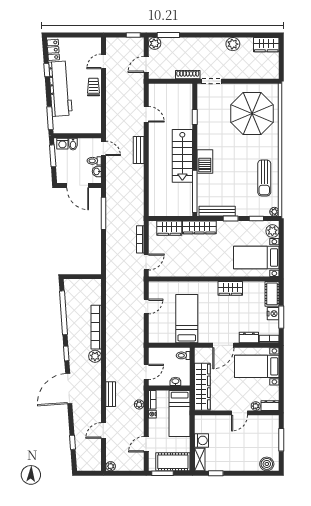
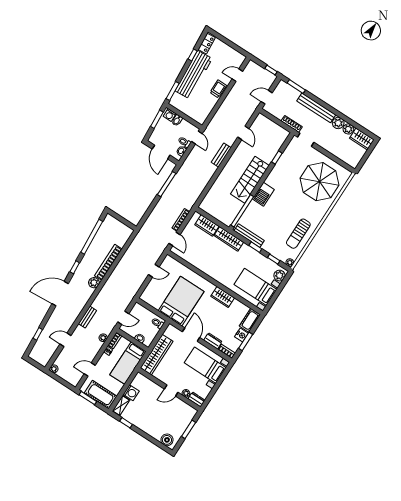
plant: (155, 43) -> (348, 129), moved
bench: (202, 43) -> (316, 108), added
door: (146, 262) -> (174, 239), hinge flipped
bed: (187, 319) -> (181, 301), width x1.50
door: (223, 345) -> (191, 335), swing flipped

